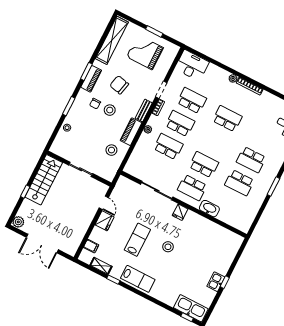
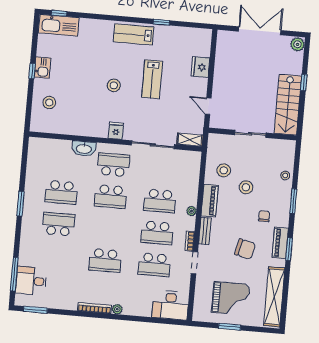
stool: (110, 110) -> (246, 187), moved
school desk: (239, 183) -> (61, 192), turned 180
fridge: (105, 221) -> (200, 67), moved
filing cabinet: (91, 246) -> (203, 50), removed
stool: (221, 253) -> (49, 102), added
shelving: (101, 266) -> (190, 140), moved

